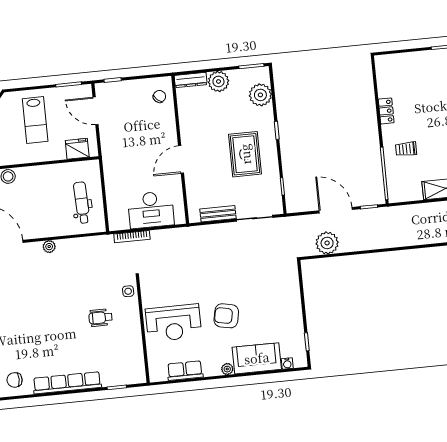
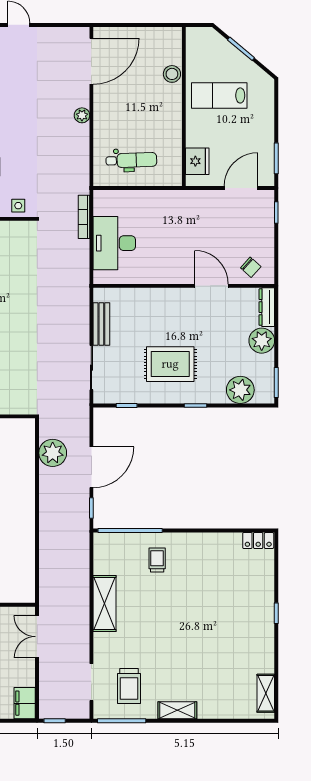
locker: (386, 111) -> (258, 540), moved
lab bench: (35, 120) -> (219, 95), moved
door: (181, 159) -> (211, 286), moved

